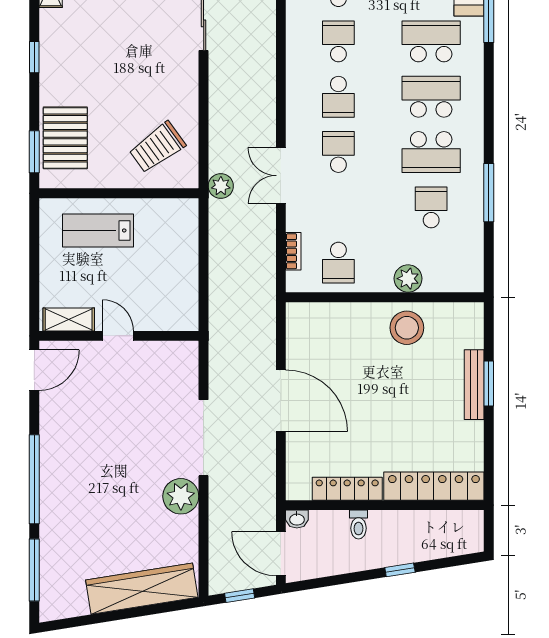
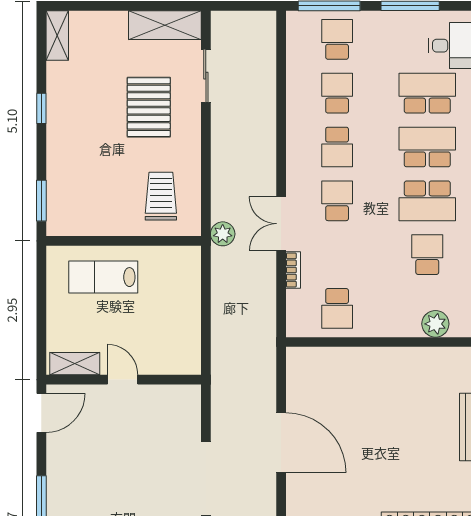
pallet: (65, 138) -> (149, 107), moved
trolley: (157, 147) -> (161, 196), turned 126
bookcase: (293, 251) -> (293, 270), moved
plant: (408, 279) -> (435, 324), moved
stool: (407, 328) -> (404, 372), removed

